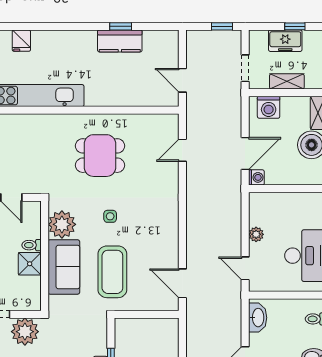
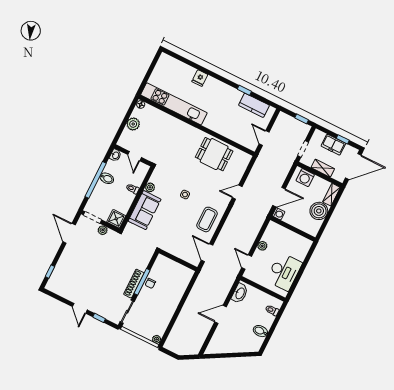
fridge: (21, 41) -> (200, 78), moved
kitchen counter: (120, 41) -> (254, 105), moved
door: (182, 150) -> (237, 192), moved
dining table: (100, 156) -> (214, 154), moved
plant: (62, 224) -> (150, 187), width x0.53, depth x0.53
shower: (30, 264) -> (116, 219), moved
coffee table: (112, 272) -> (207, 219), moved, width x0.73, depth x0.76
plant: (25, 332) -> (103, 230), width x0.53, depth x0.53

